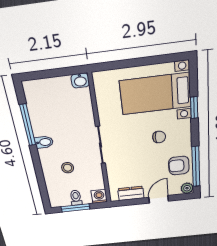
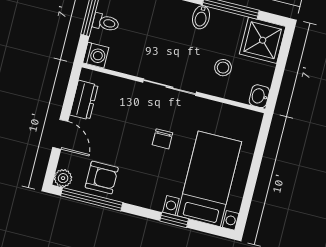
shower: (39, 94) -> (263, 40), added
chair: (159, 137) -> (162, 139), moved
armchair: (179, 166) -> (102, 178), turned 90
stool: (68, 168) -> (223, 68), moved

